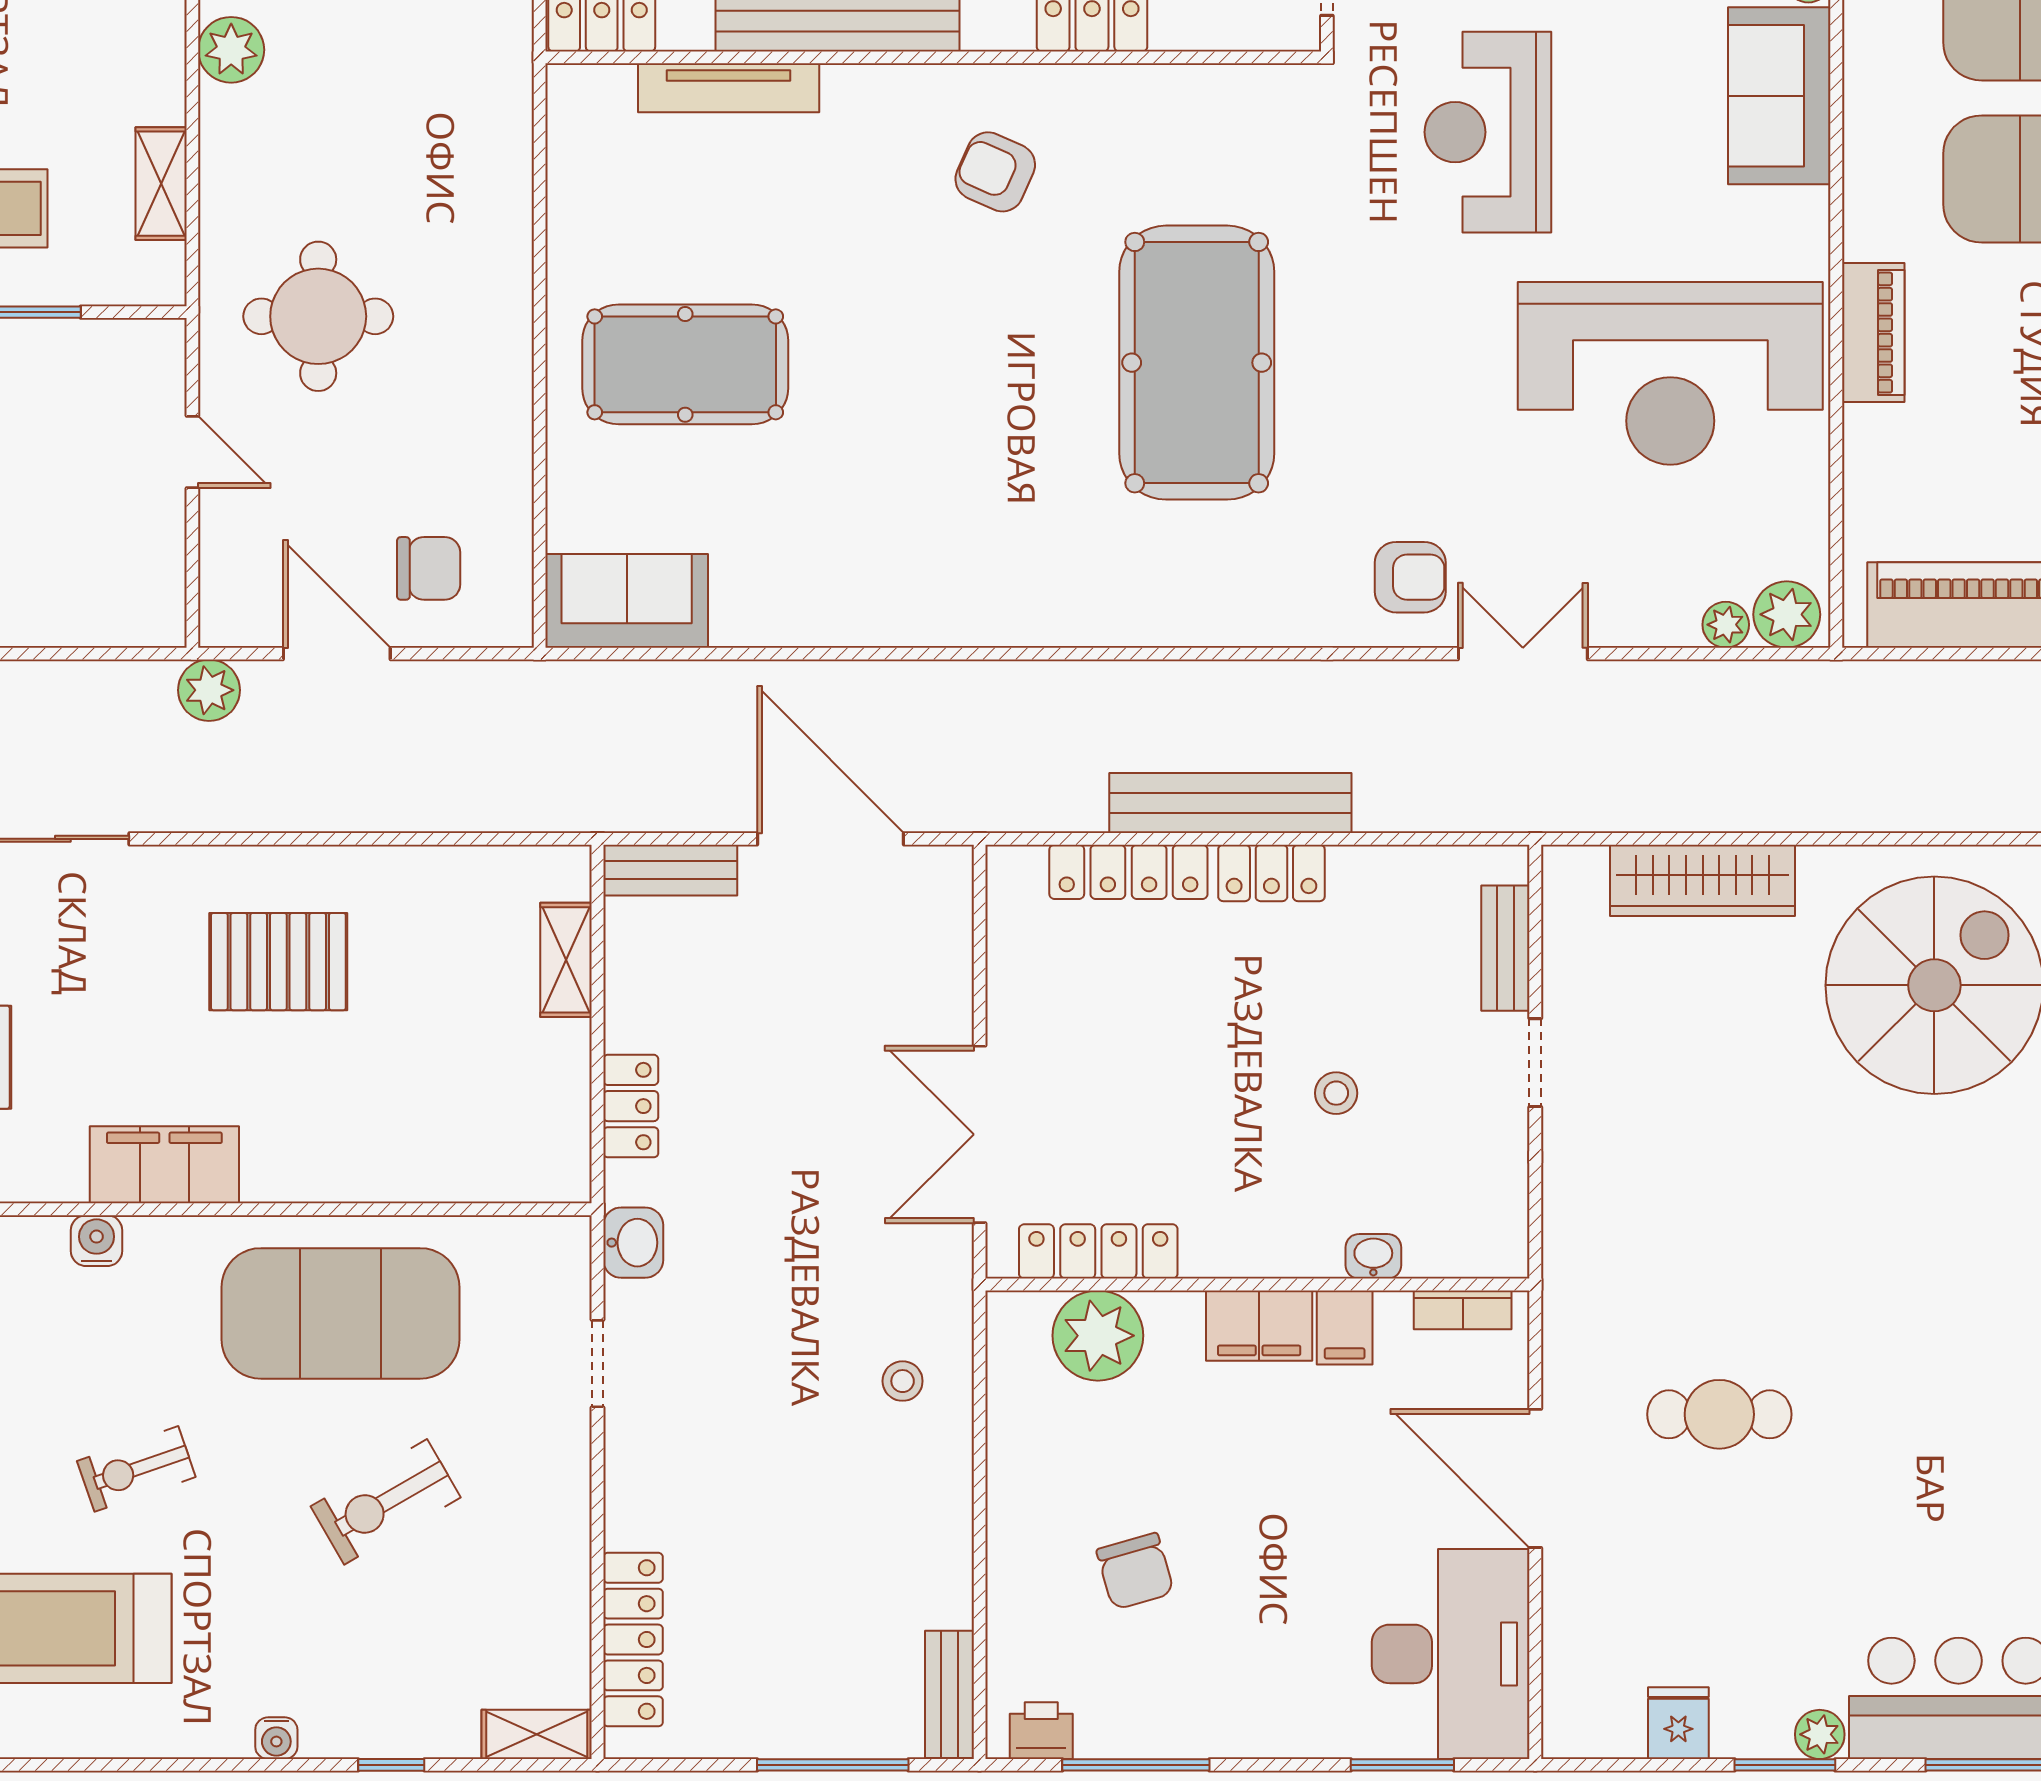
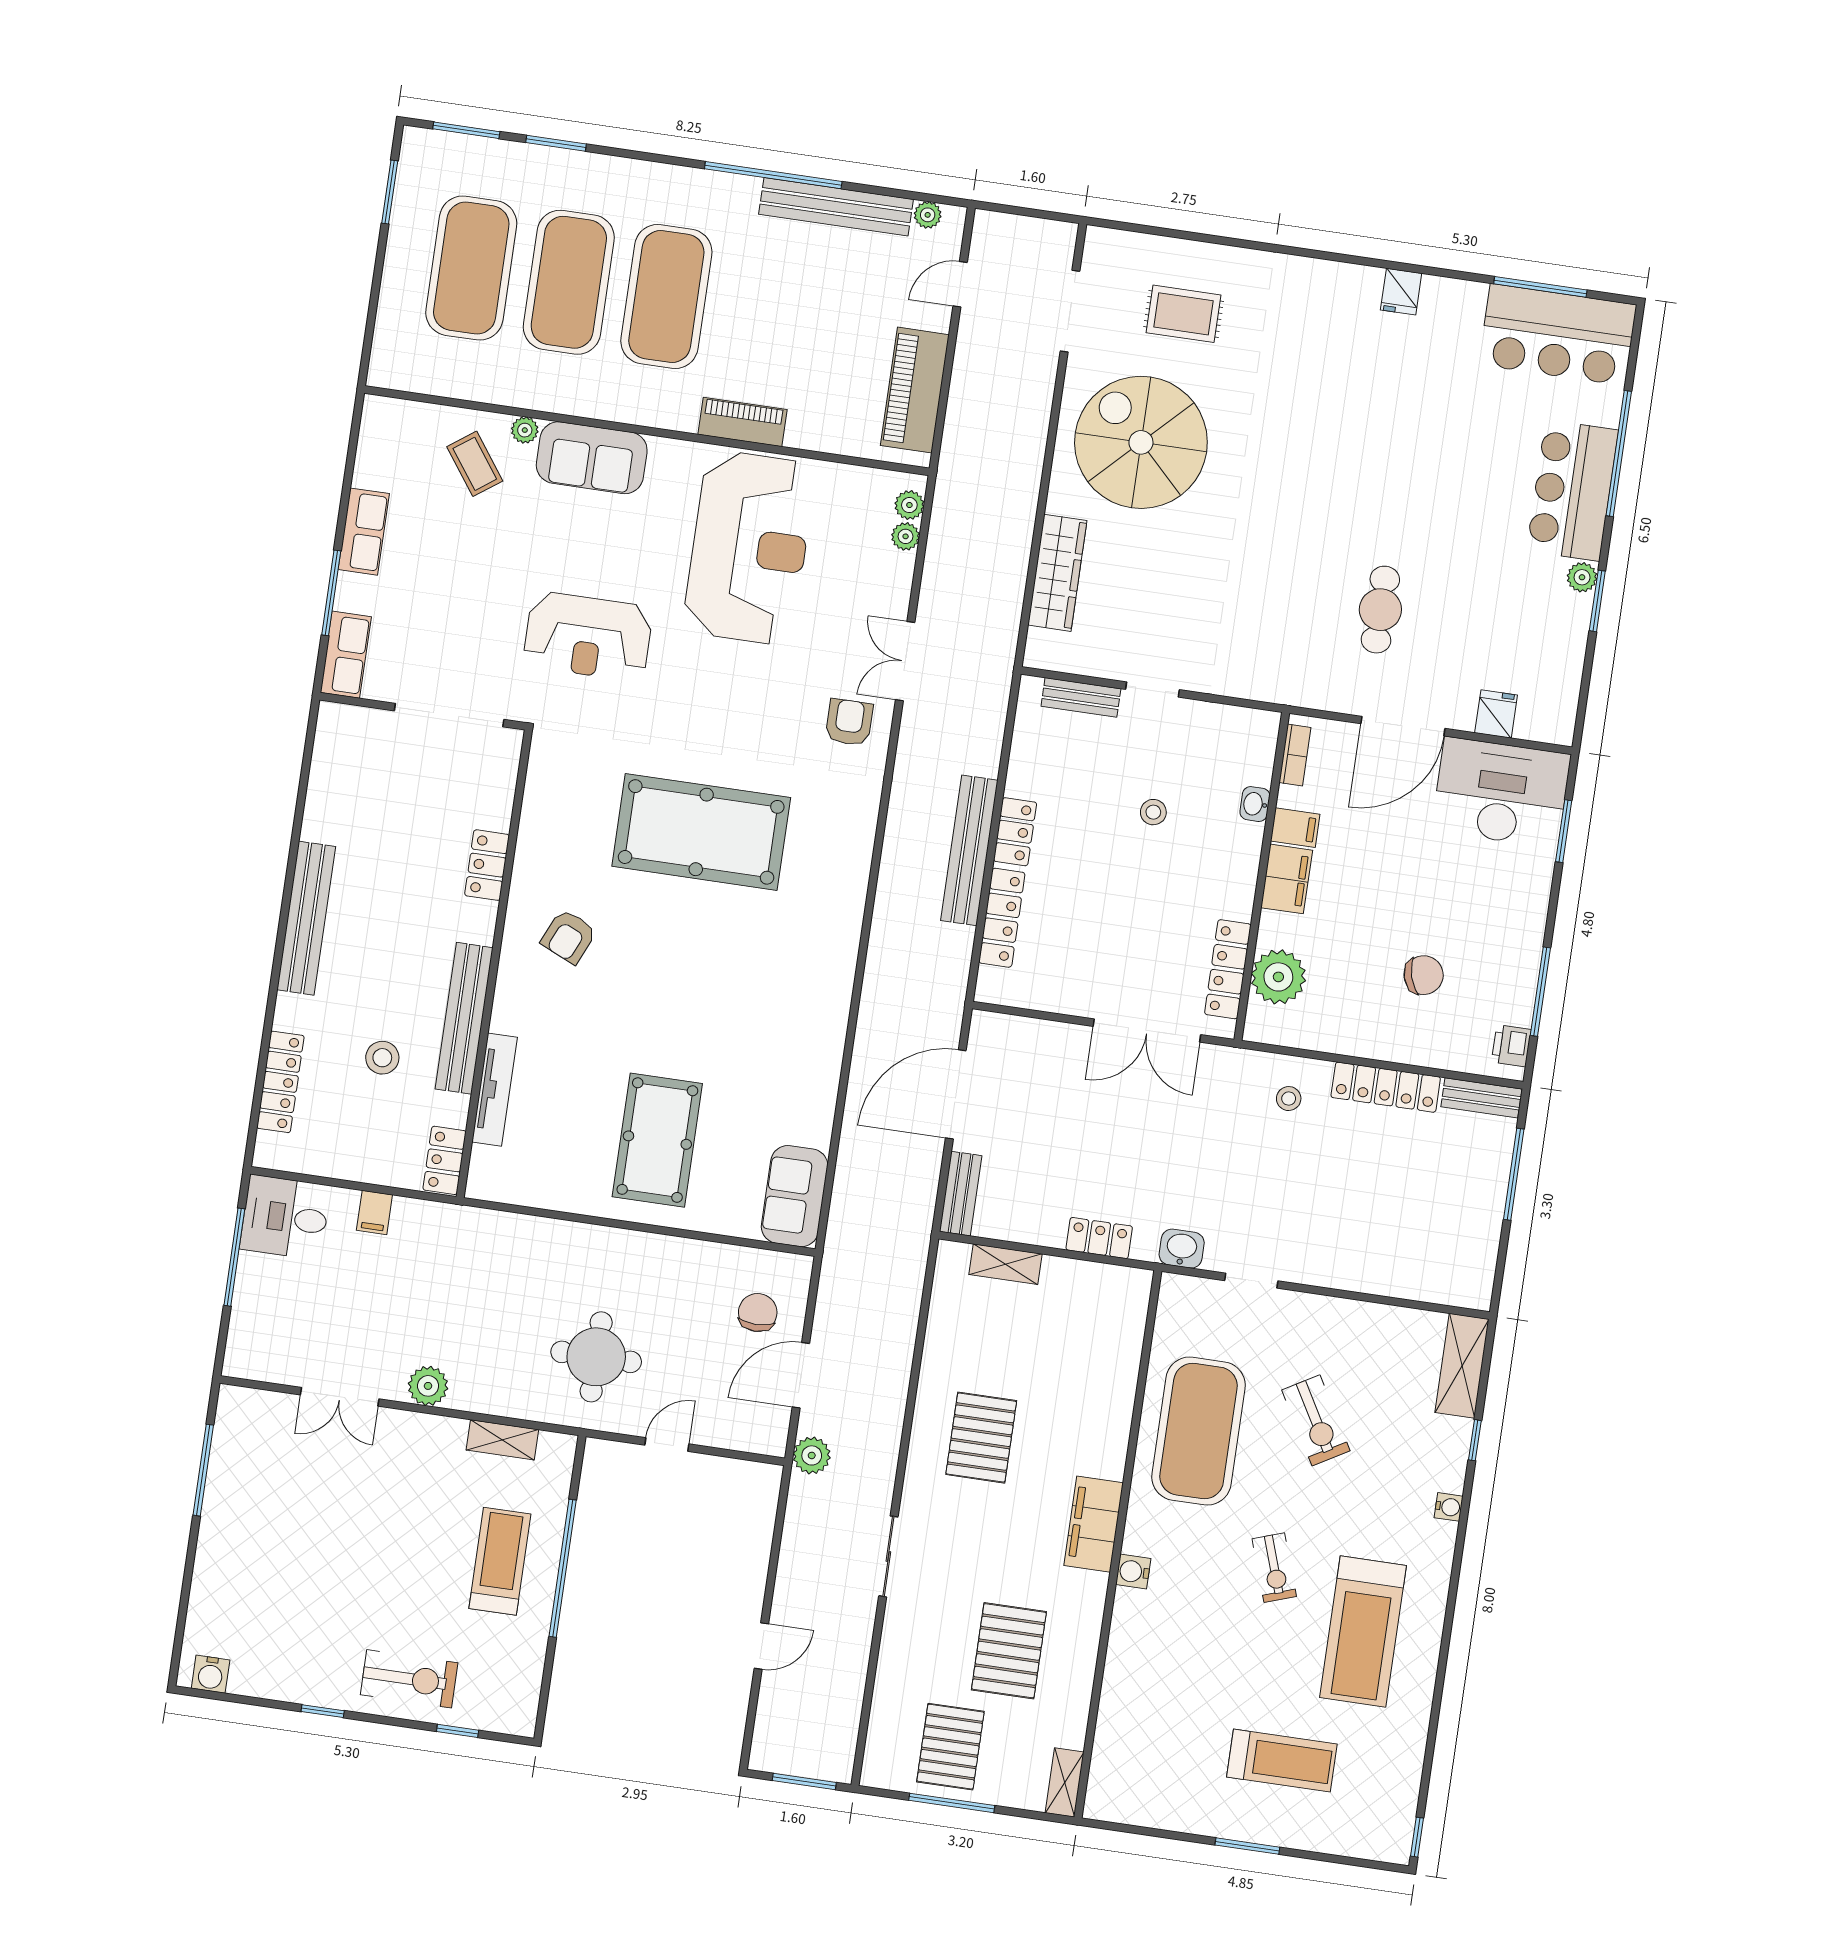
plant: (1787, 614) -> (909, 505), width x0.73, depth x0.73
locker: (633, 1640) -> (1386, 1087), moved, turned 180
fridge: (1678, 1723) -> (1496, 714), moved, turned 90
shelving: (537, 1734) -> (1462, 1366), width x1.50, depth x1.33

